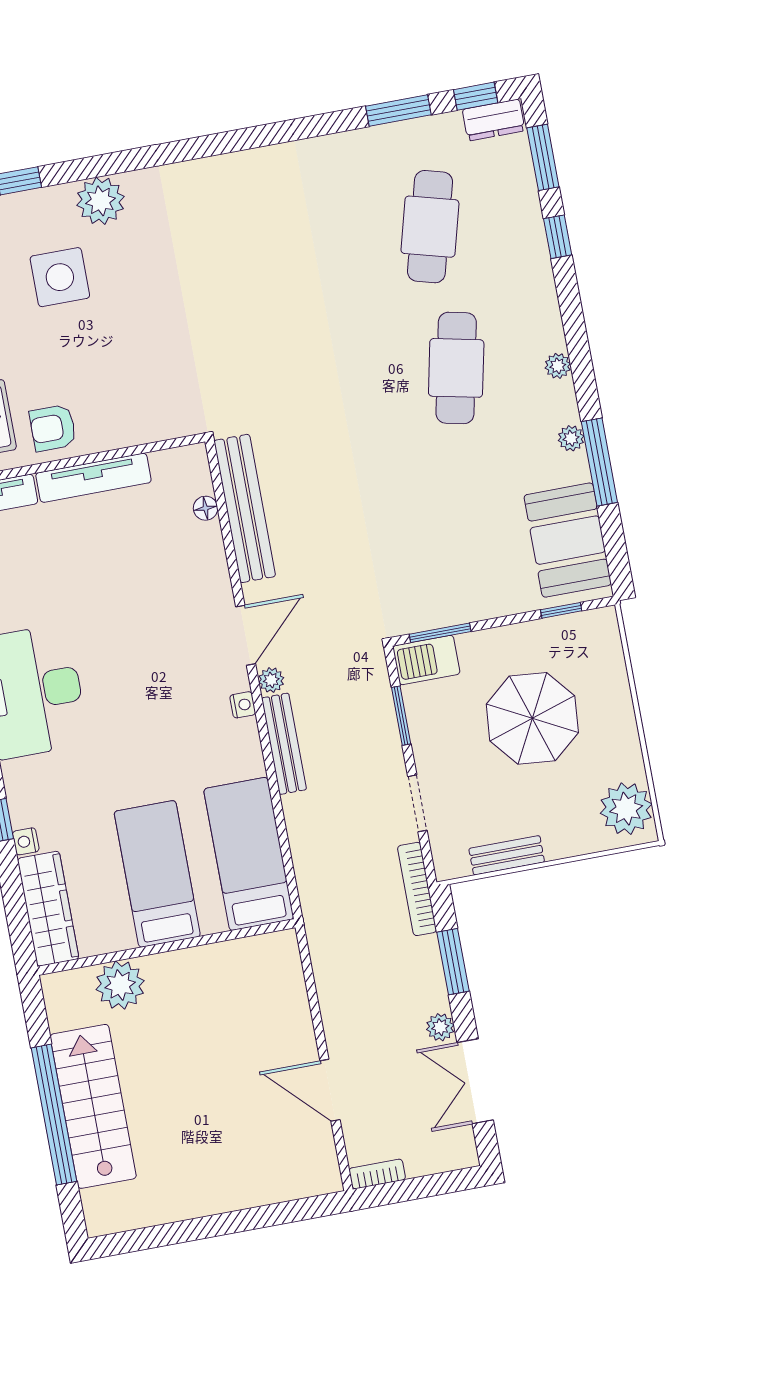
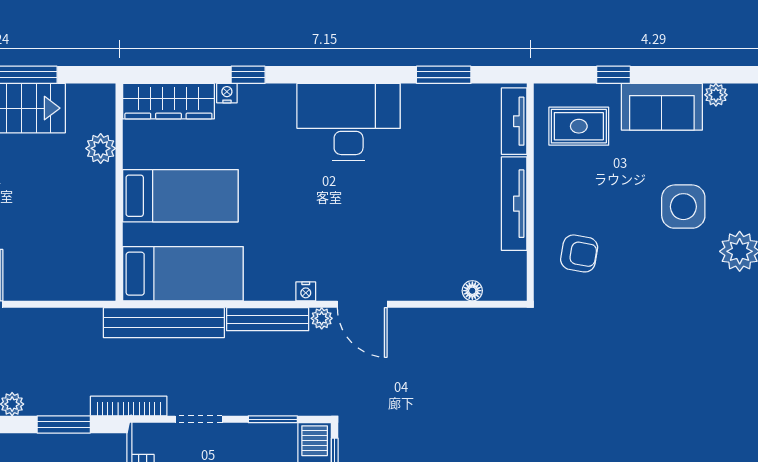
armchair: (53, 428) -> (579, 253), moved, turned 100
bench: (245, 508) -> (164, 323), moved
plant: (120, 985) -> (101, 148), width x0.73, depth x0.73

